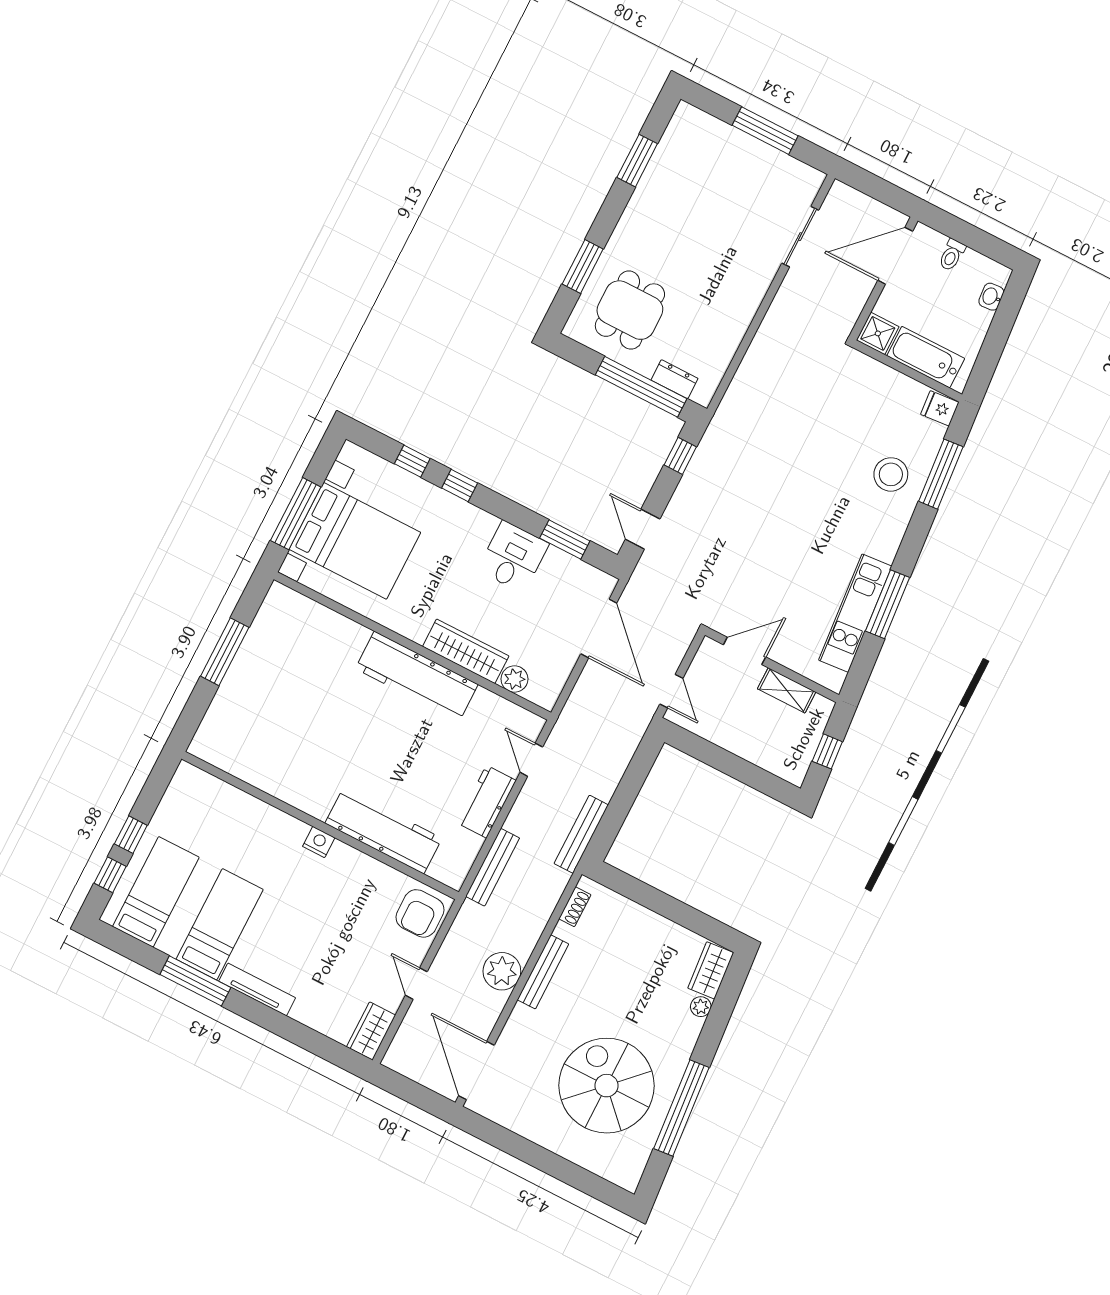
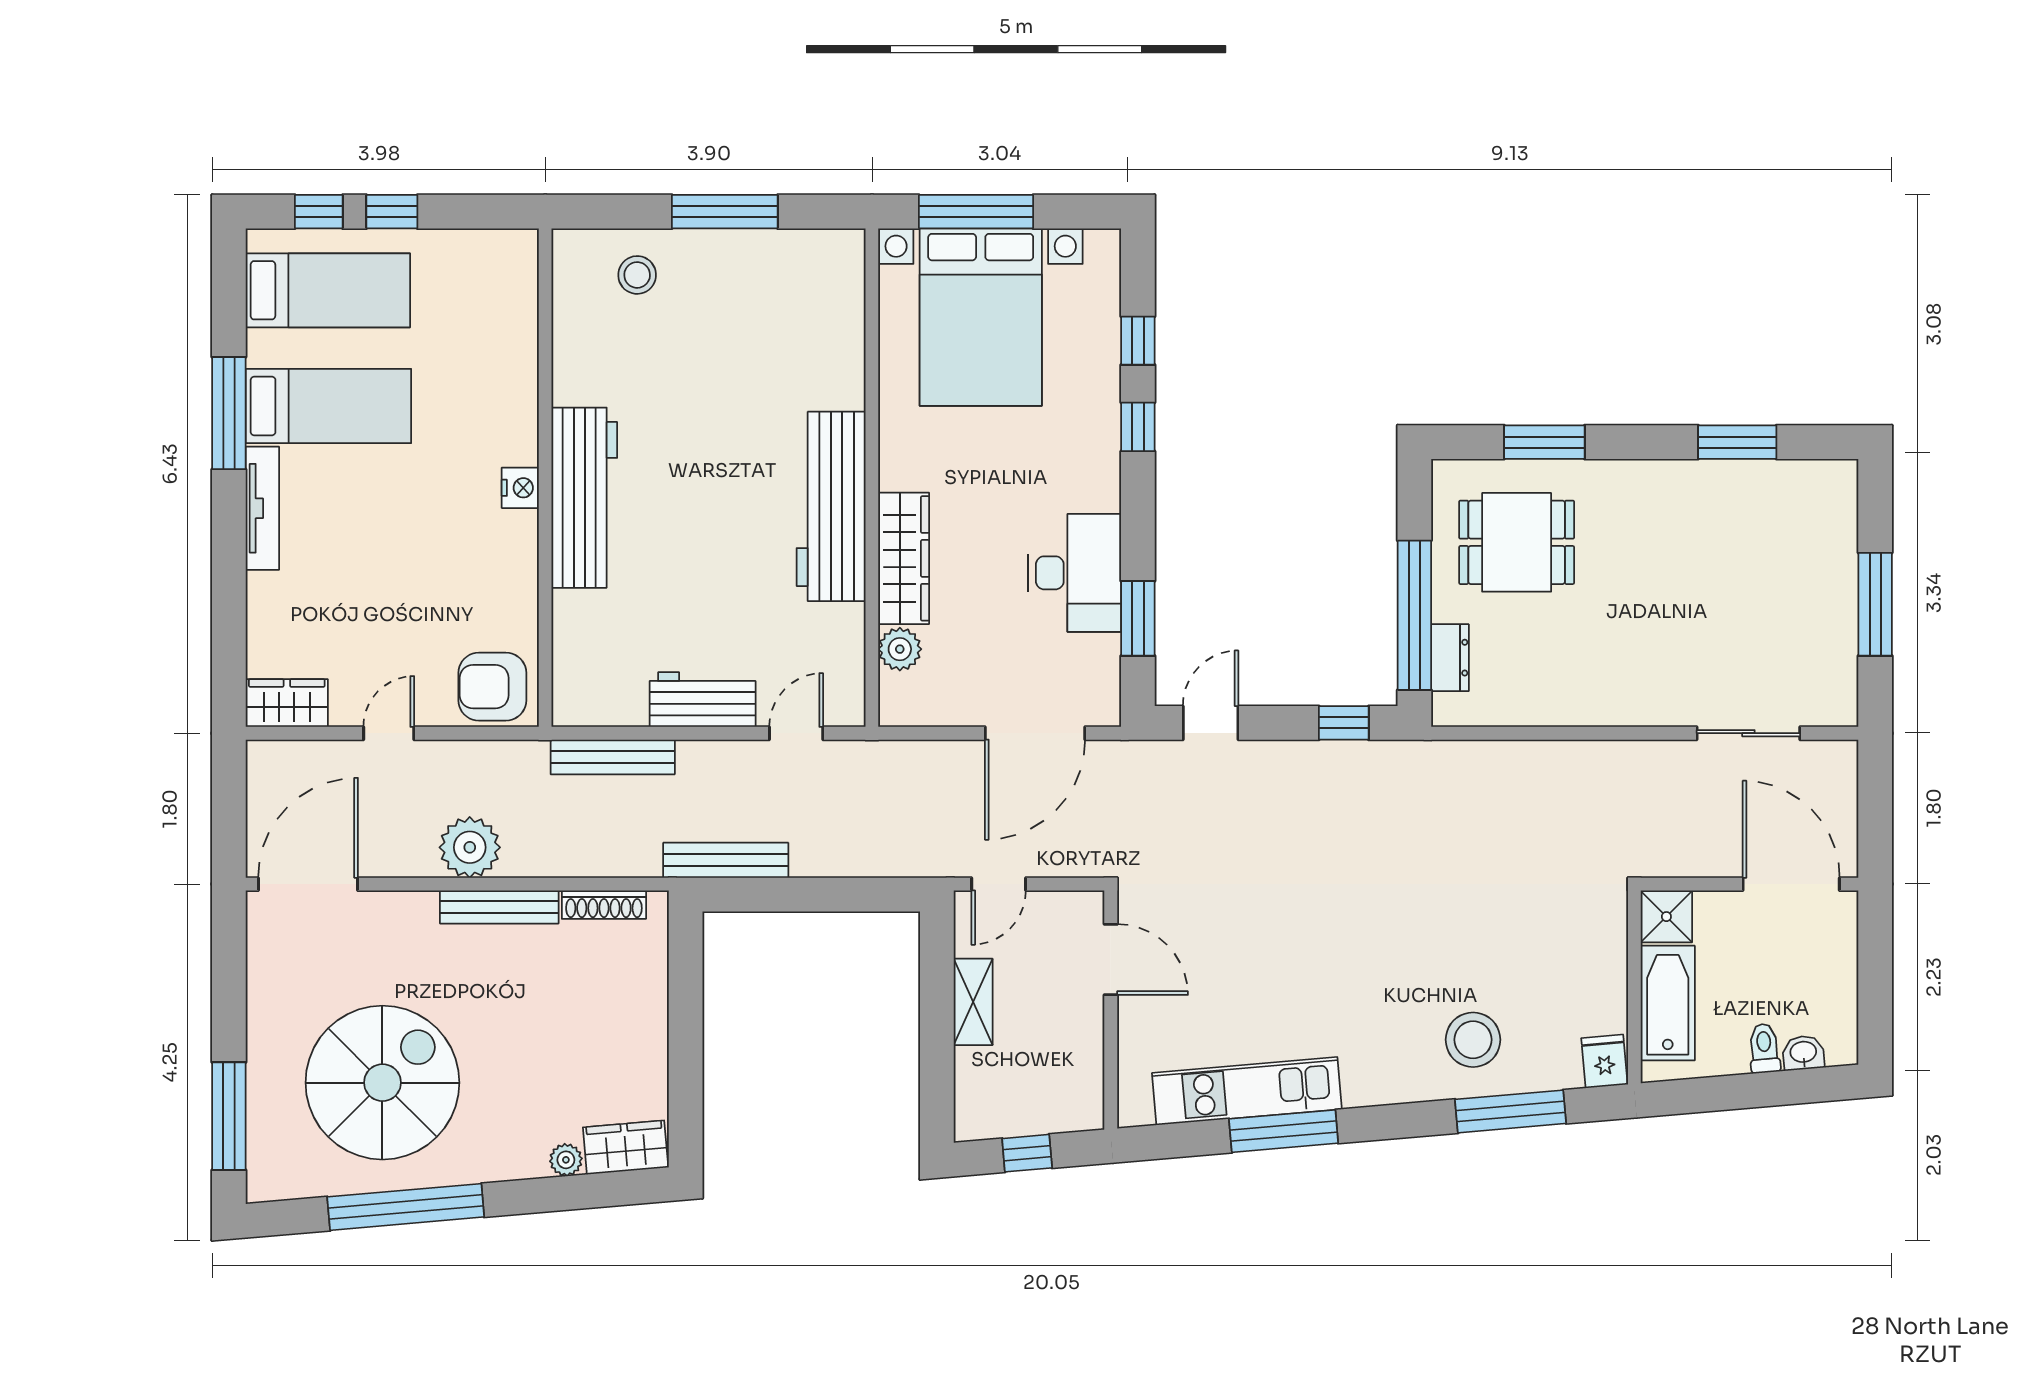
toilet: (952, 255) -> (1764, 1048), moved, turned 85
desk: (513, 557) -> (1075, 573), width x1.37
shelving: (787, 690) -> (973, 1002), moved
stool: (235, 718) -> (637, 275), added
workbench: (383, 831) -> (584, 498), moved
shoe rack: (575, 907) -> (604, 905), width x1.43
window: (582, 1179) -> (229, 1116), added

